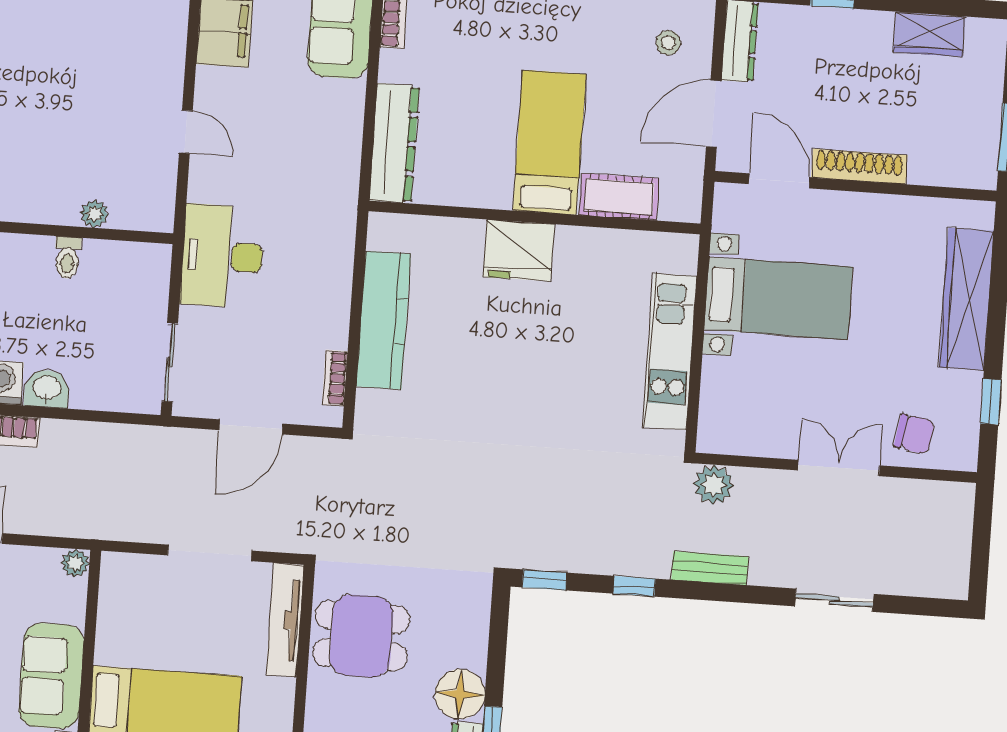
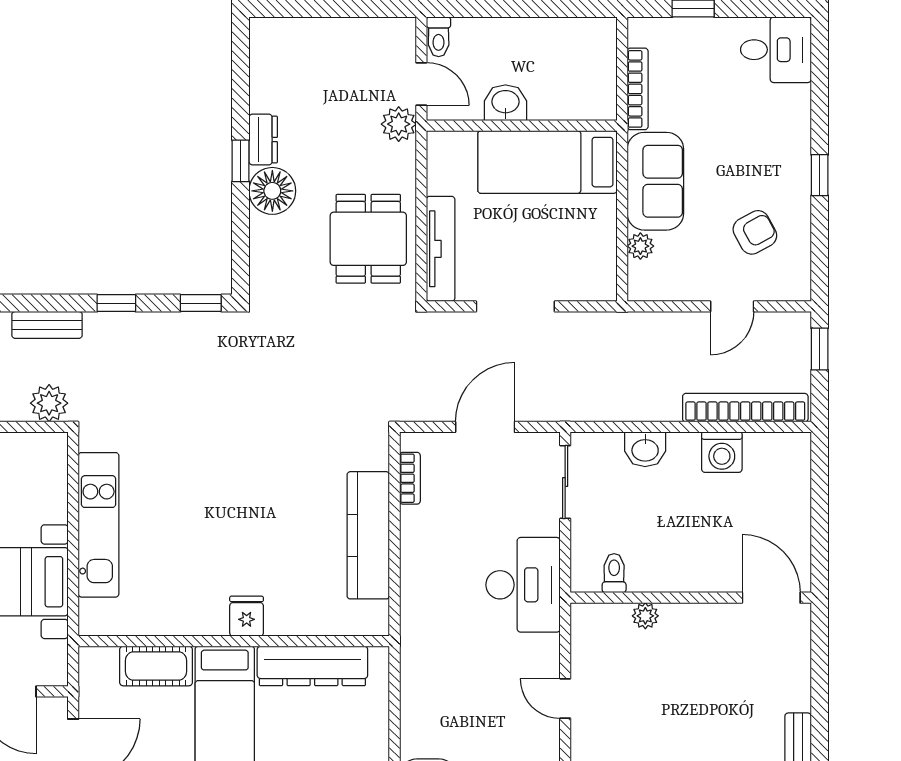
dresser: (394, 143) -> (312, 666), moved, turned -90
fridge: (519, 250) -> (247, 616), width x0.53, depth x0.75
toilet: (68, 258) -> (614, 573), moved
washbasin: (47, 389) -> (645, 449), moved
plant: (75, 563) -> (640, 246), moved
dining table: (361, 636) -> (368, 239), turned 90

